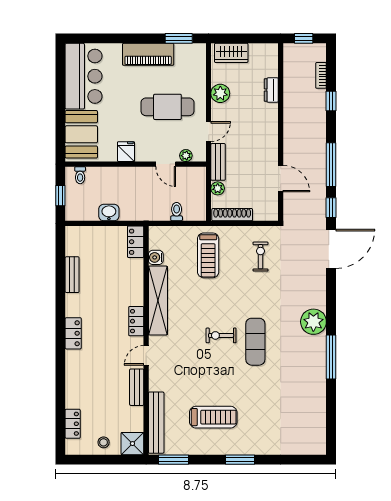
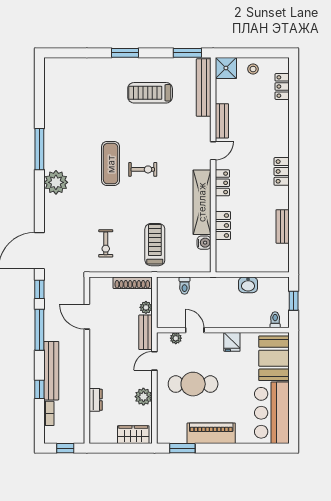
bench: (318, 121) -> (51, 371), added
locker: (136, 242) -> (223, 225), moved

